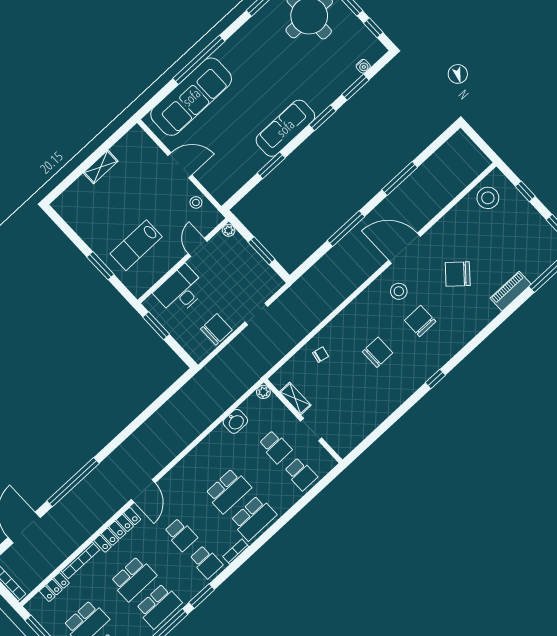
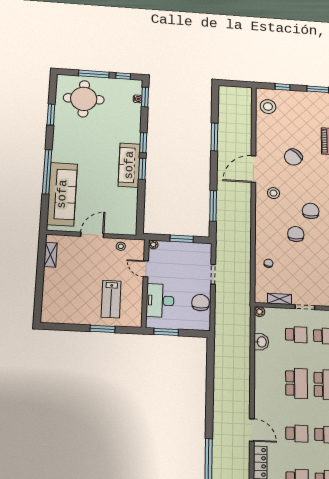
window: (355, 87) -> (145, 97), moved
window: (271, 165) -> (142, 169), moved
shelving: (101, 167) -> (50, 255), moved
window: (346, 229) -> (213, 206), moved
chair: (420, 321) -> (311, 211), moved, turned 90

